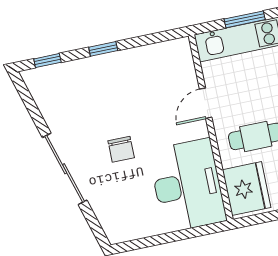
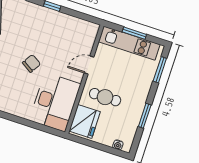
chair: (121, 149) -> (31, 63), turned -148

